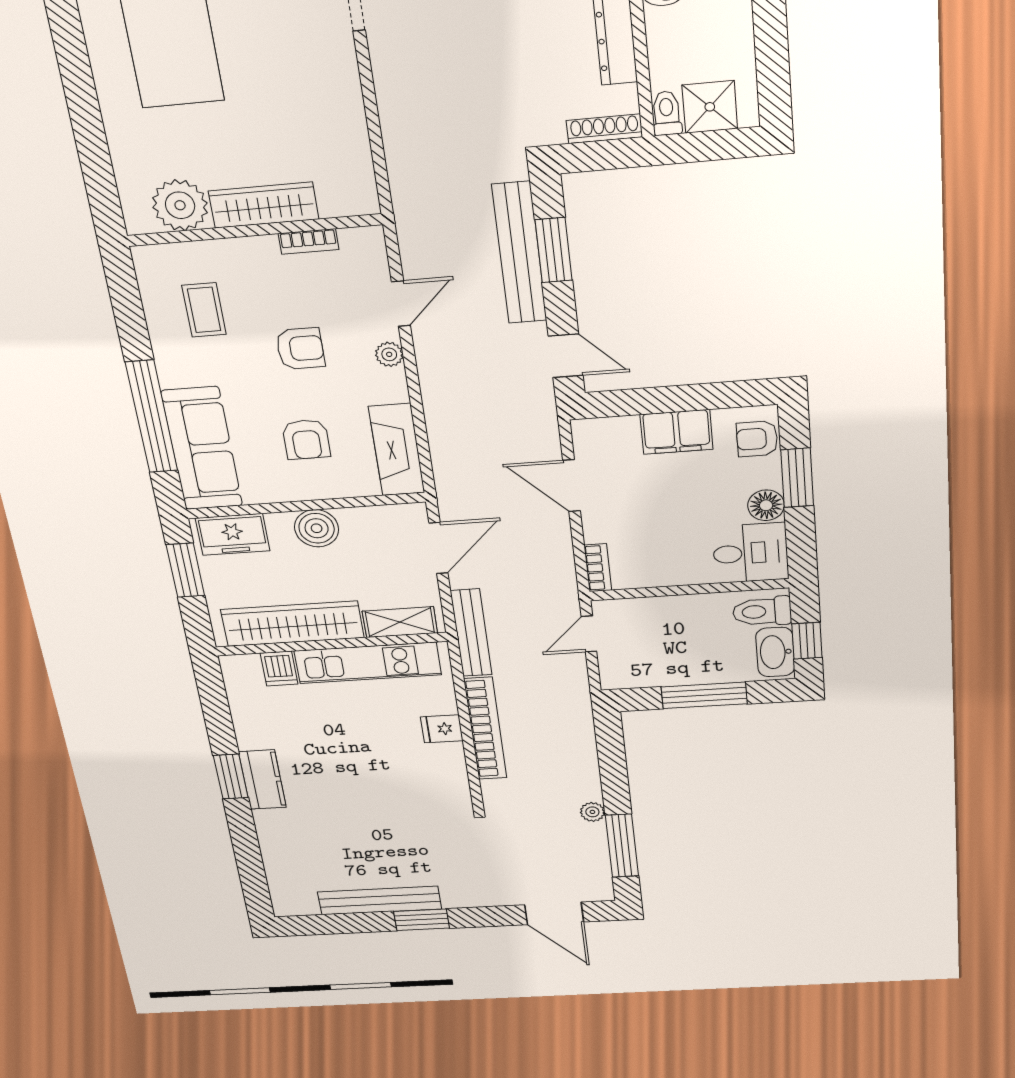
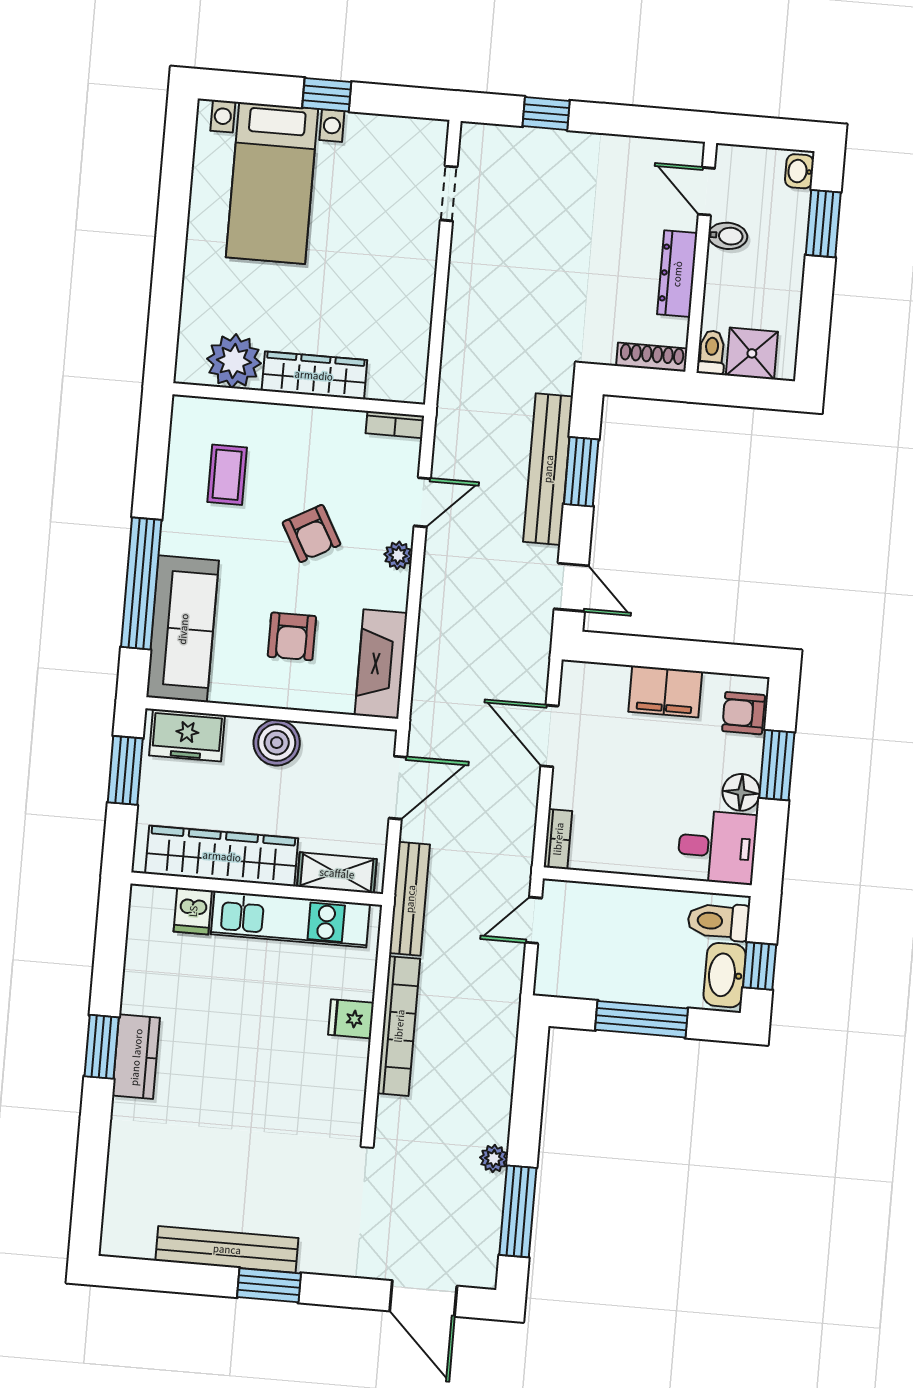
bookcase: (308, 241) -> (395, 425), moved
armchair: (300, 349) -> (311, 534), turned 61

